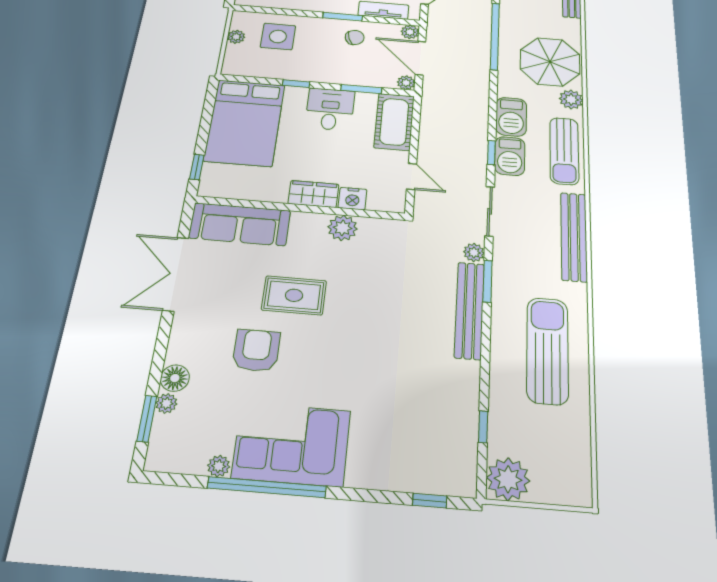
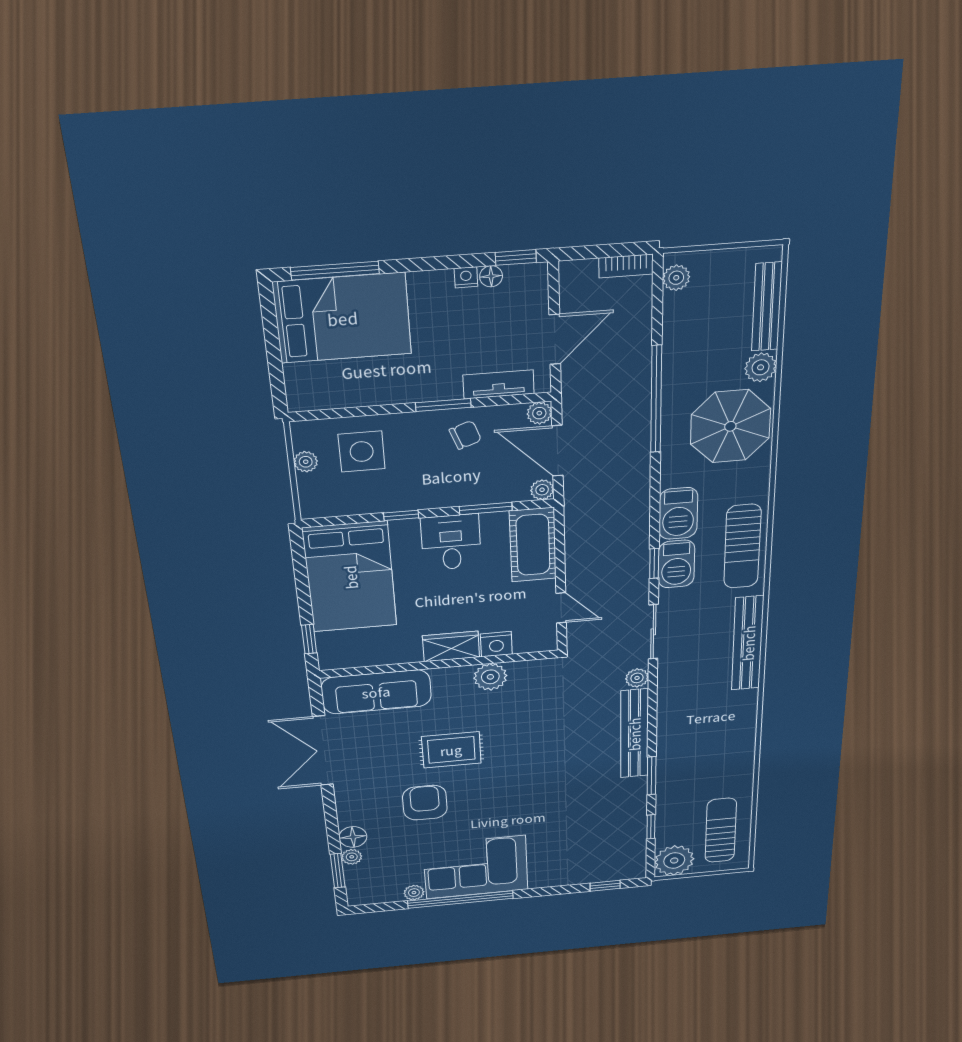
plant: (571, 99) -> (761, 367), moved
window: (488, 281) -> (652, 776), moved
sun lounger: (547, 350) -> (721, 830), moved, width x0.73, depth x0.75

